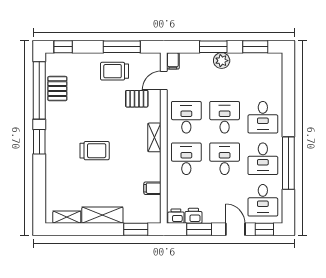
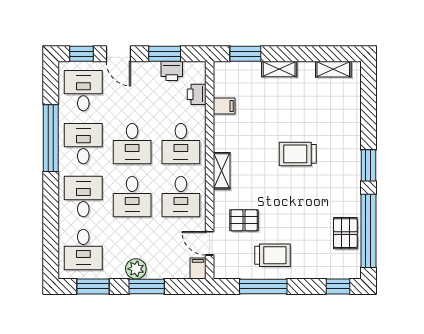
desk: (263, 76) -> (83, 249), added
door: (164, 81) -> (210, 243), swing flipped
shelving: (102, 215) -> (279, 69), width x0.67, depth x0.75
printer: (176, 216) -> (197, 94), moved, turned 90

